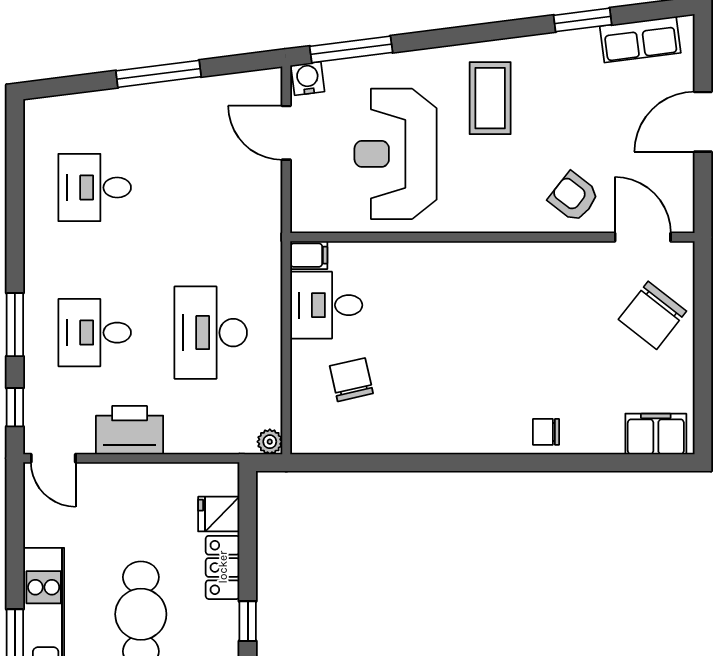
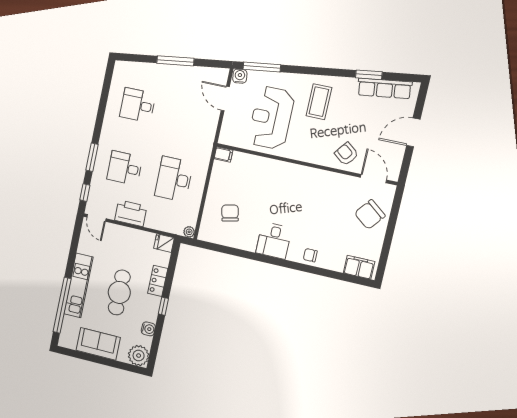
row of seats: (640, 40) -> (385, 88), width x1.48
desk: (326, 305) -> (274, 241), moved, turned -90
fridge: (219, 514) -> (164, 243), moved

